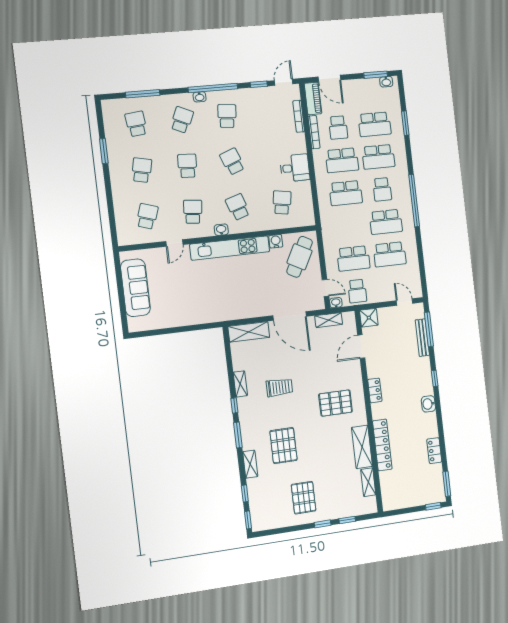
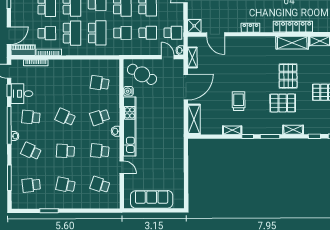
school desk: (232, 162) -> (65, 117), turned 45
desk: (295, 168) -> (22, 94), moved, turned -90
school desk: (350, 226) -> (122, 33), added
school desk: (353, 258) -> (148, 33), width x0.54
door: (325, 288) -> (168, 57), hinge flipped
pallet: (336, 403) -> (288, 76), moved

